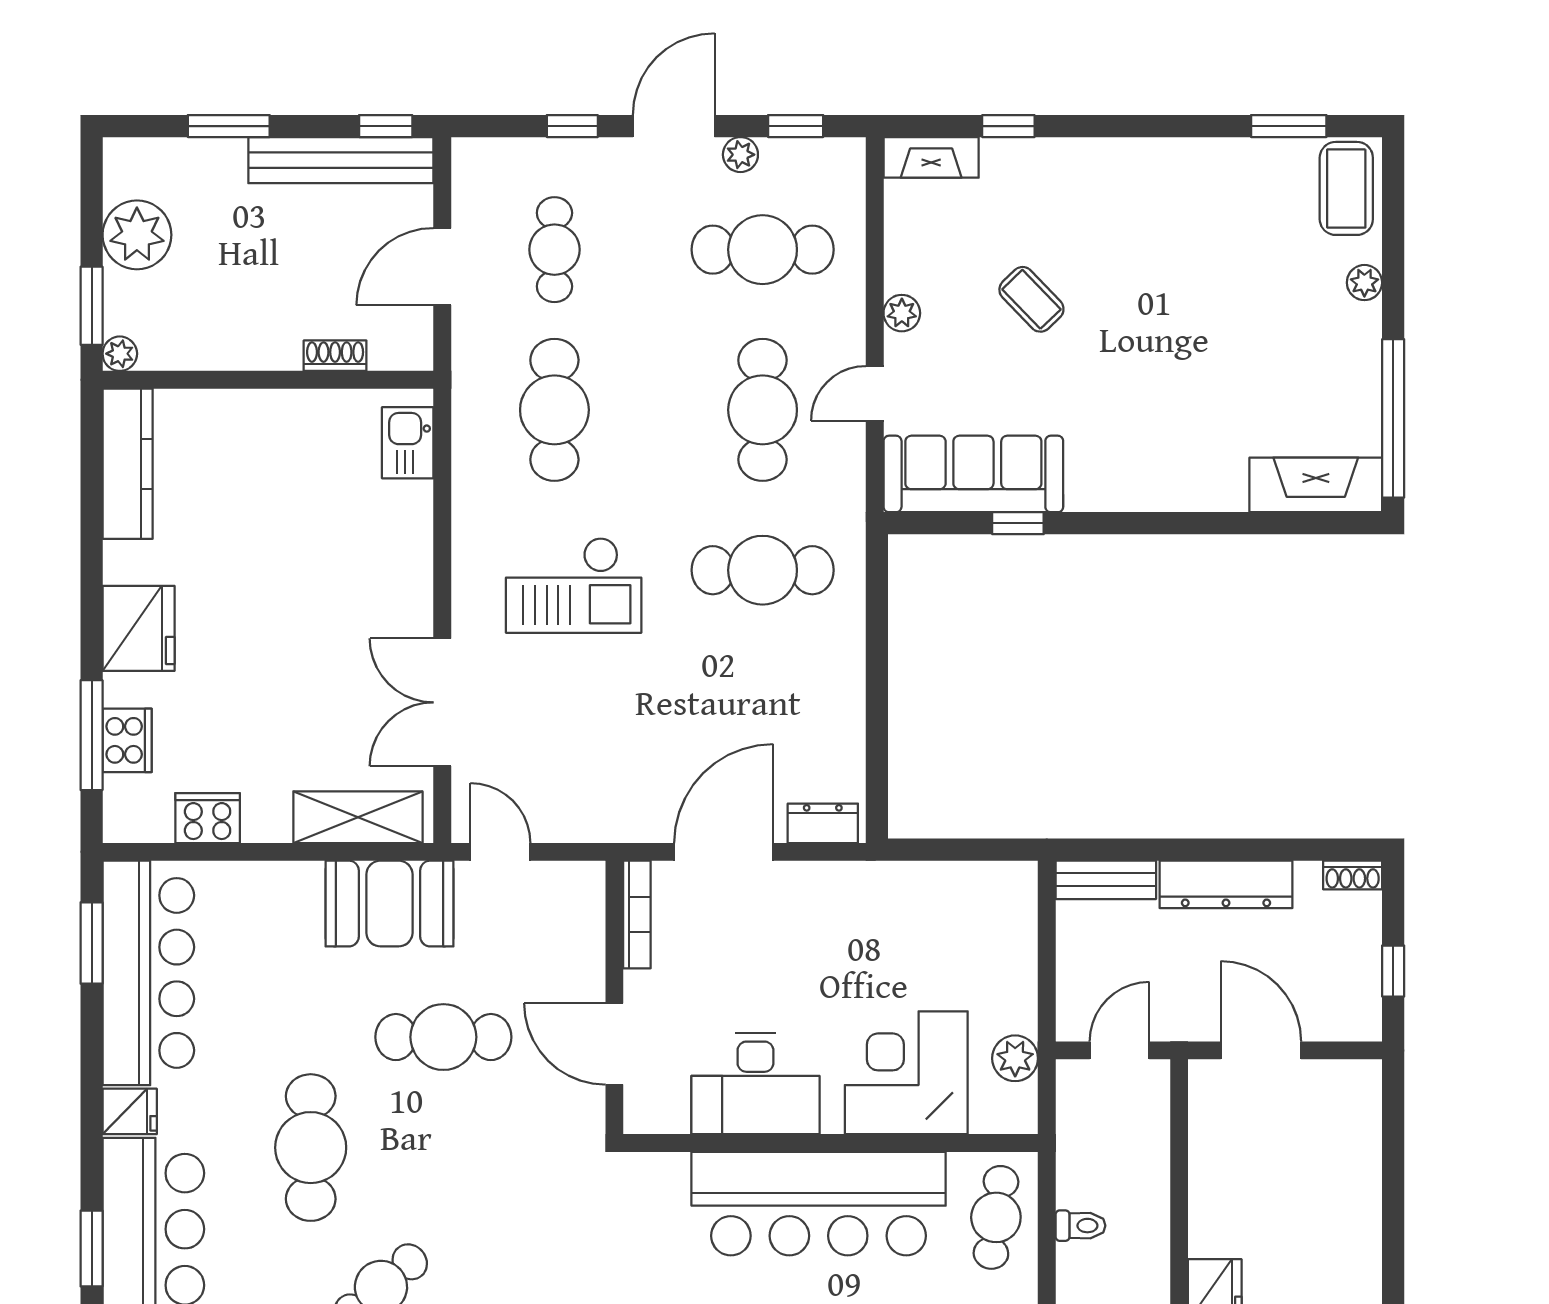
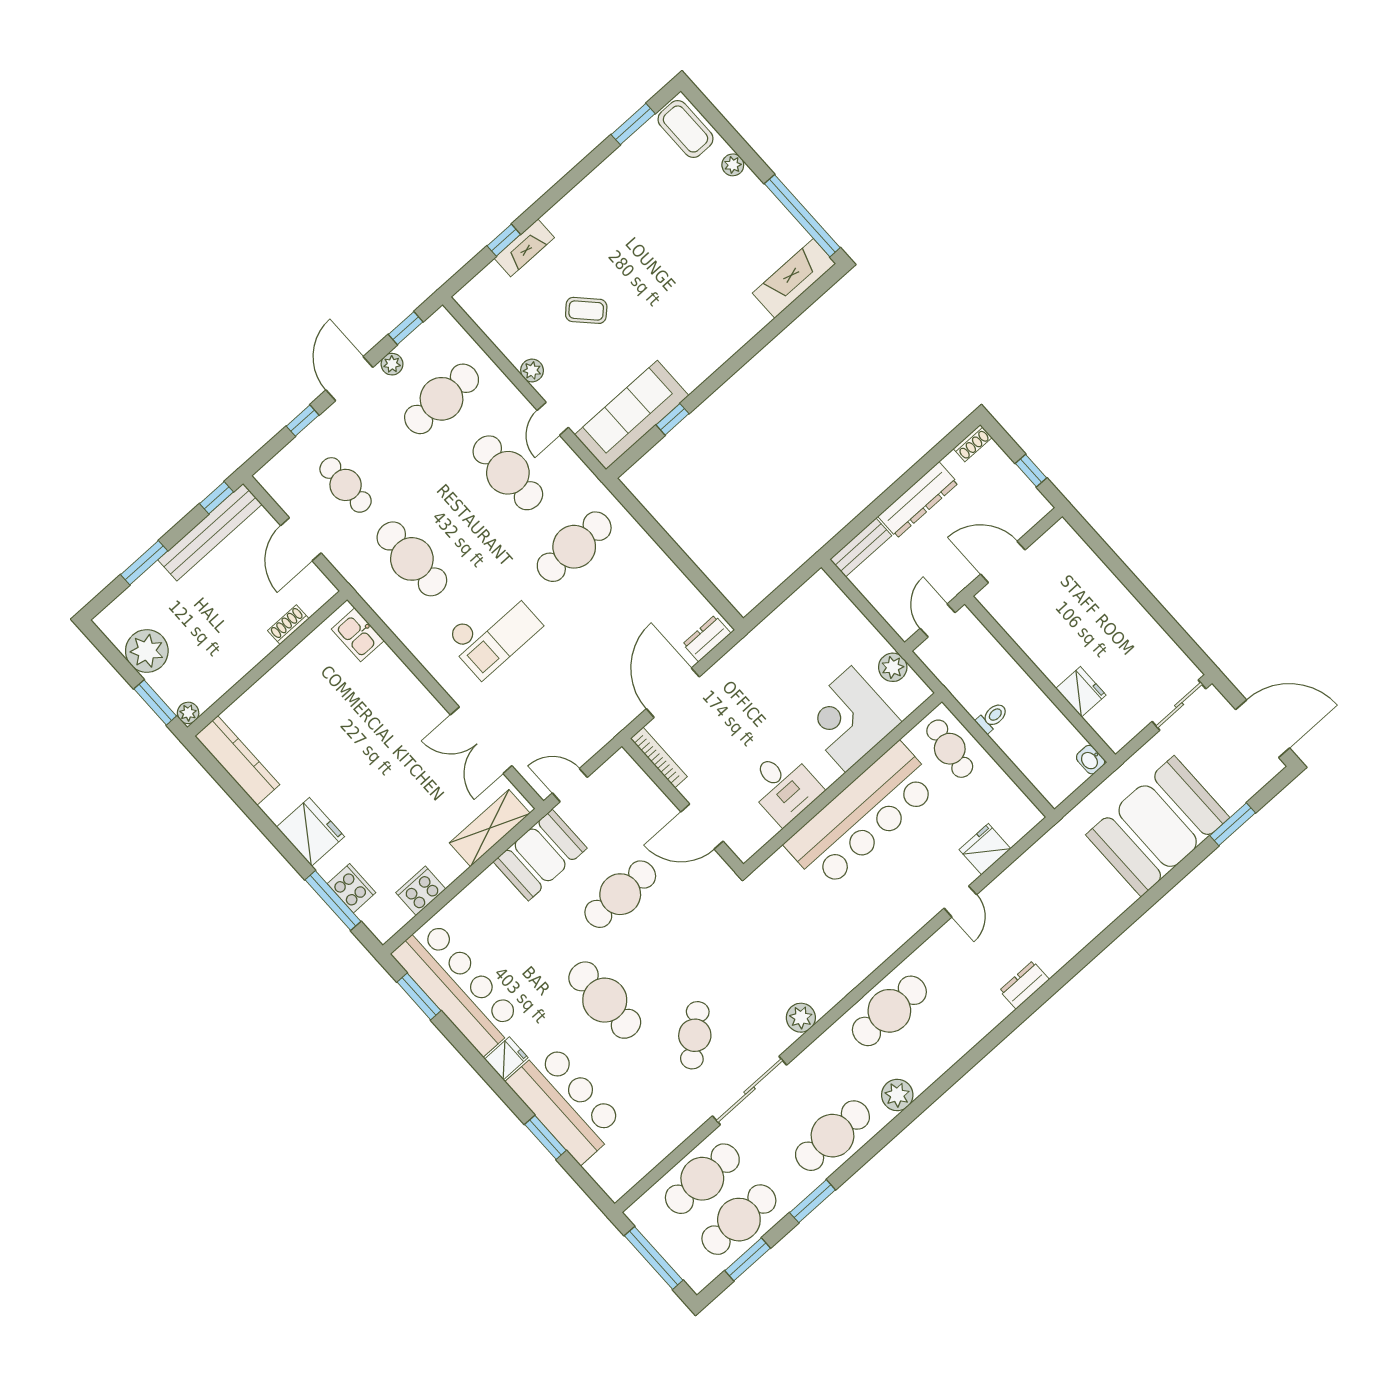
fireplace: (931, 157) -> (524, 248), moved
desk: (755, 1084) -> (784, 787), width x0.73

